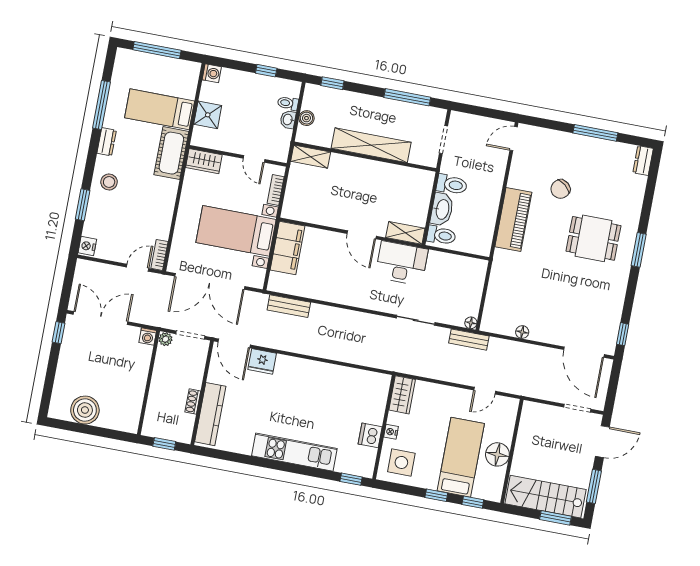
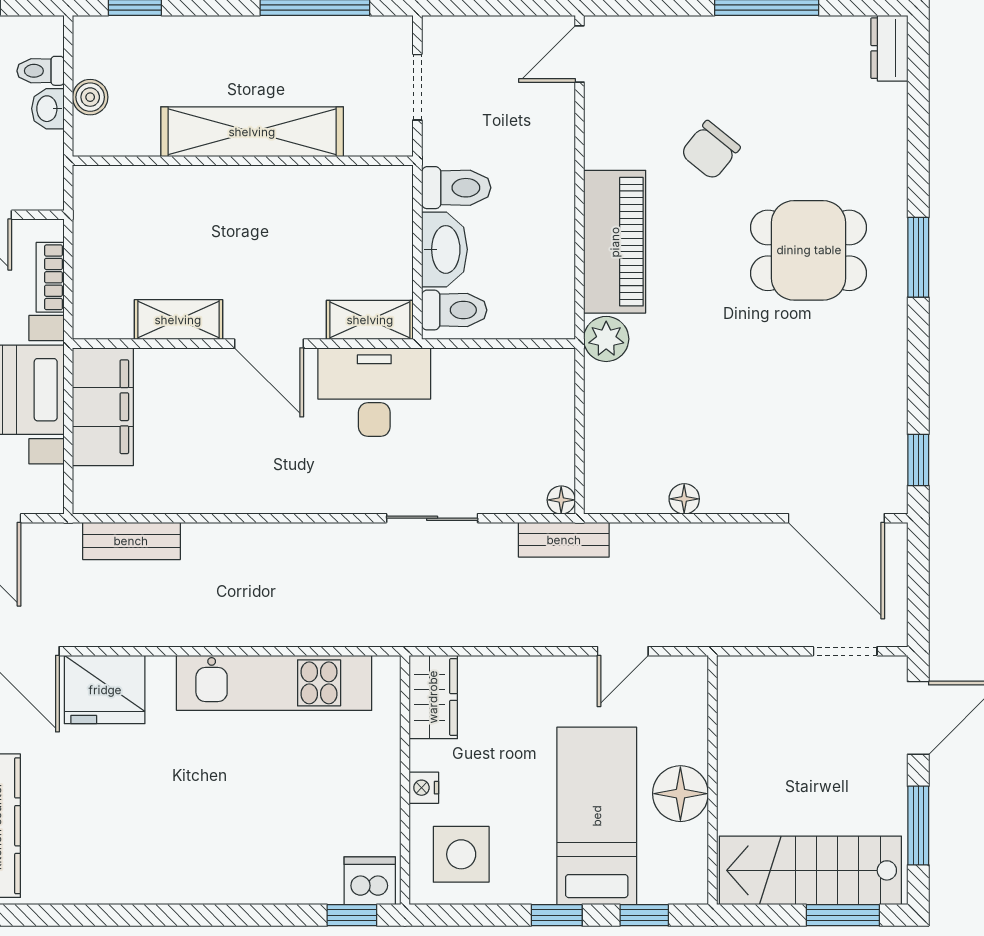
shelving: (311, 157) -> (178, 320), moved
plant: (502, 259) -> (606, 339), added
fridge: (262, 361) -> (105, 690), width x1.36, depth x1.34
dishwasher: (370, 435) -> (370, 881), moved, turned 90
kitchen unit: (294, 452) -> (274, 683), moved, turned 180

